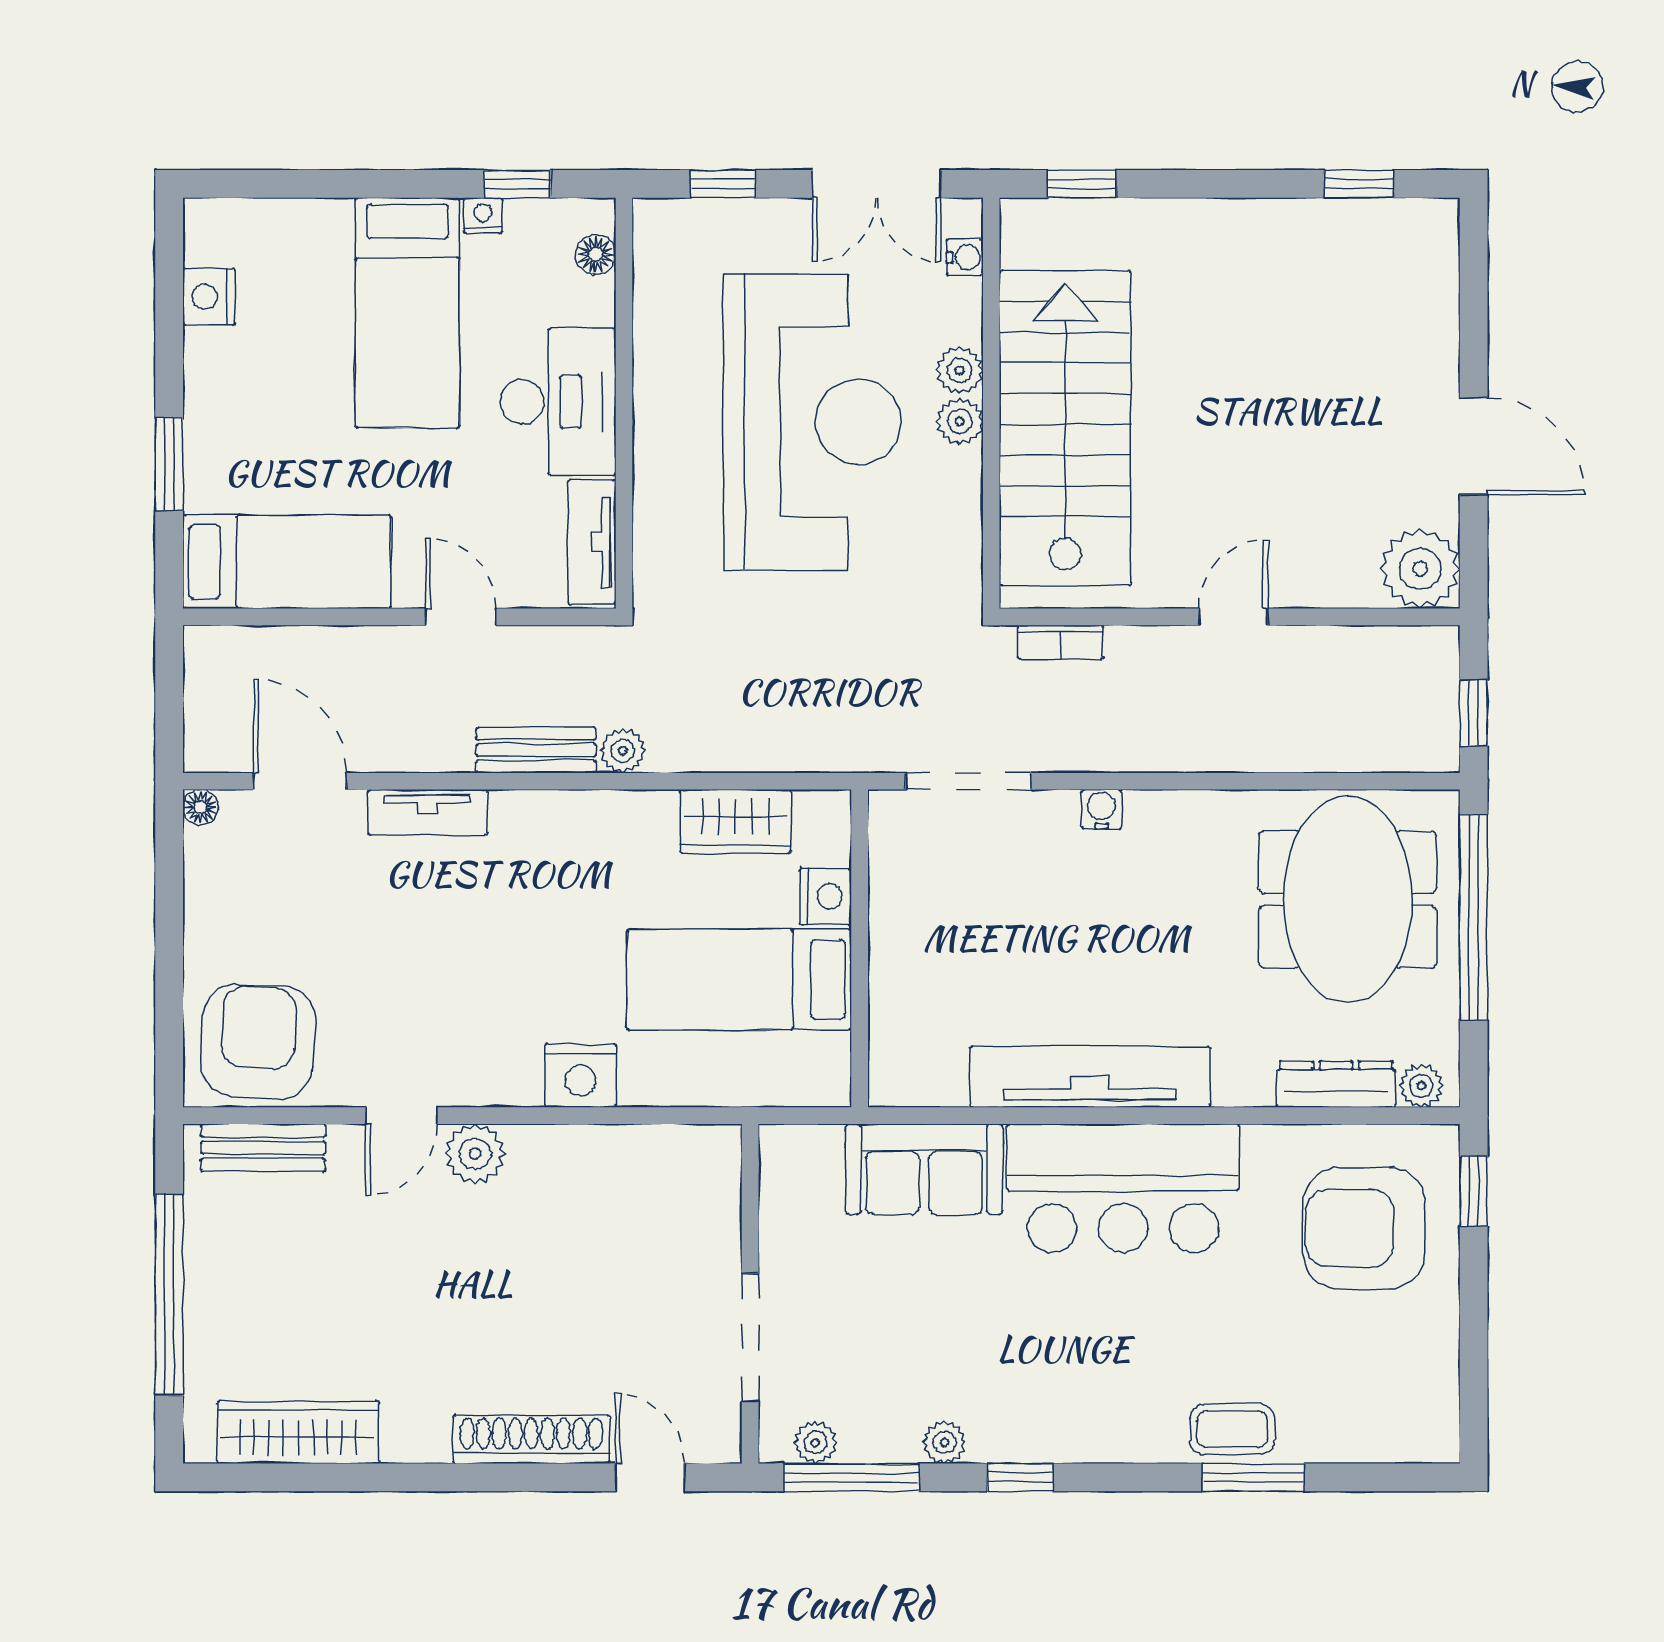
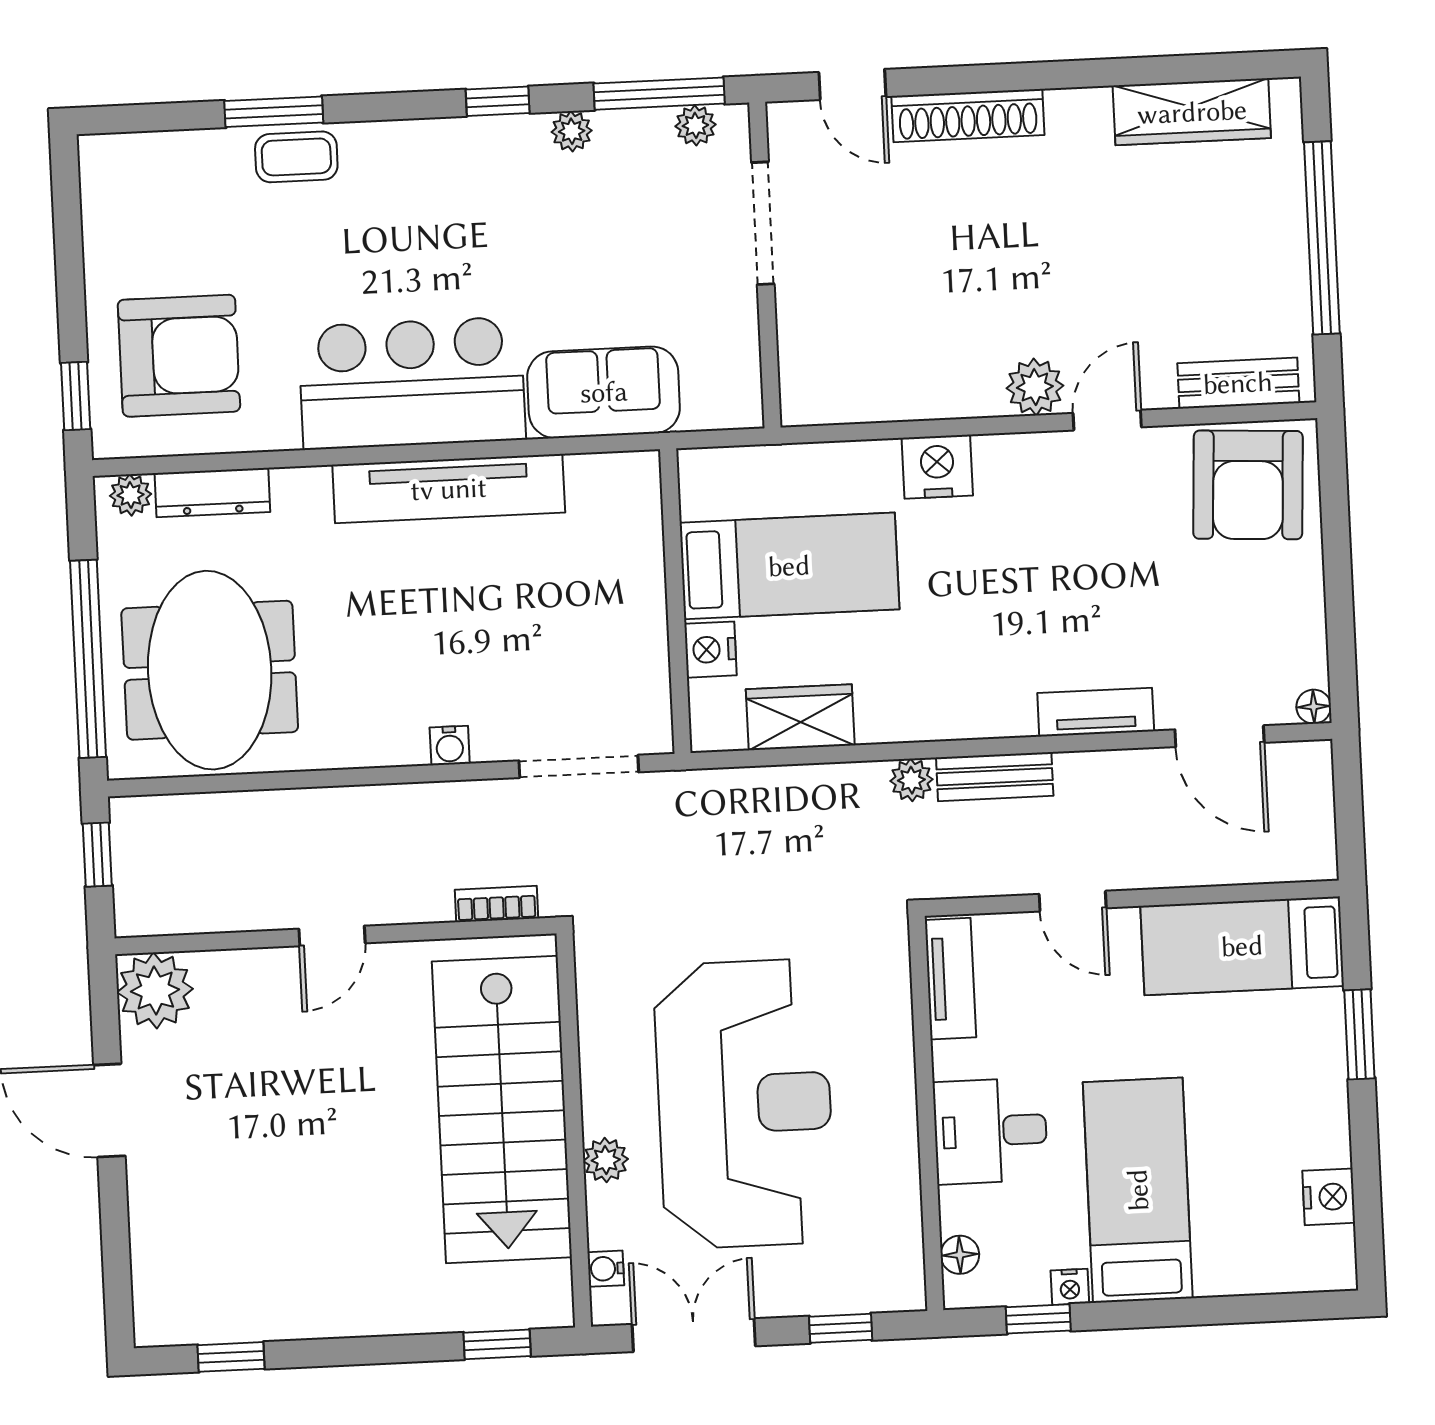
desk: (558, 402) -> (990, 1131), width x0.73
plant: (960, 421) -> (603, 1111), removed
reception desk: (812, 422) -> (745, 1104), turned 180

